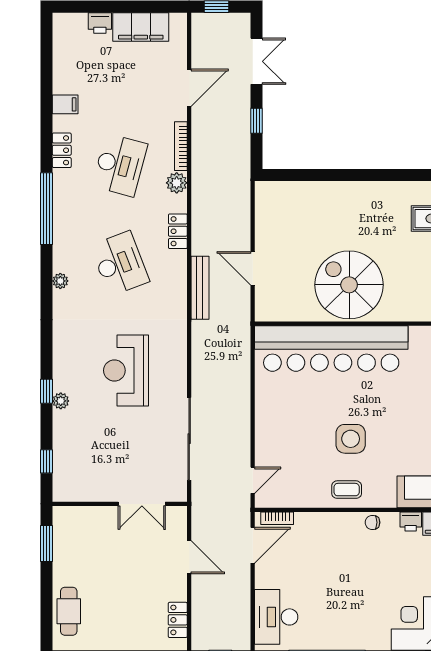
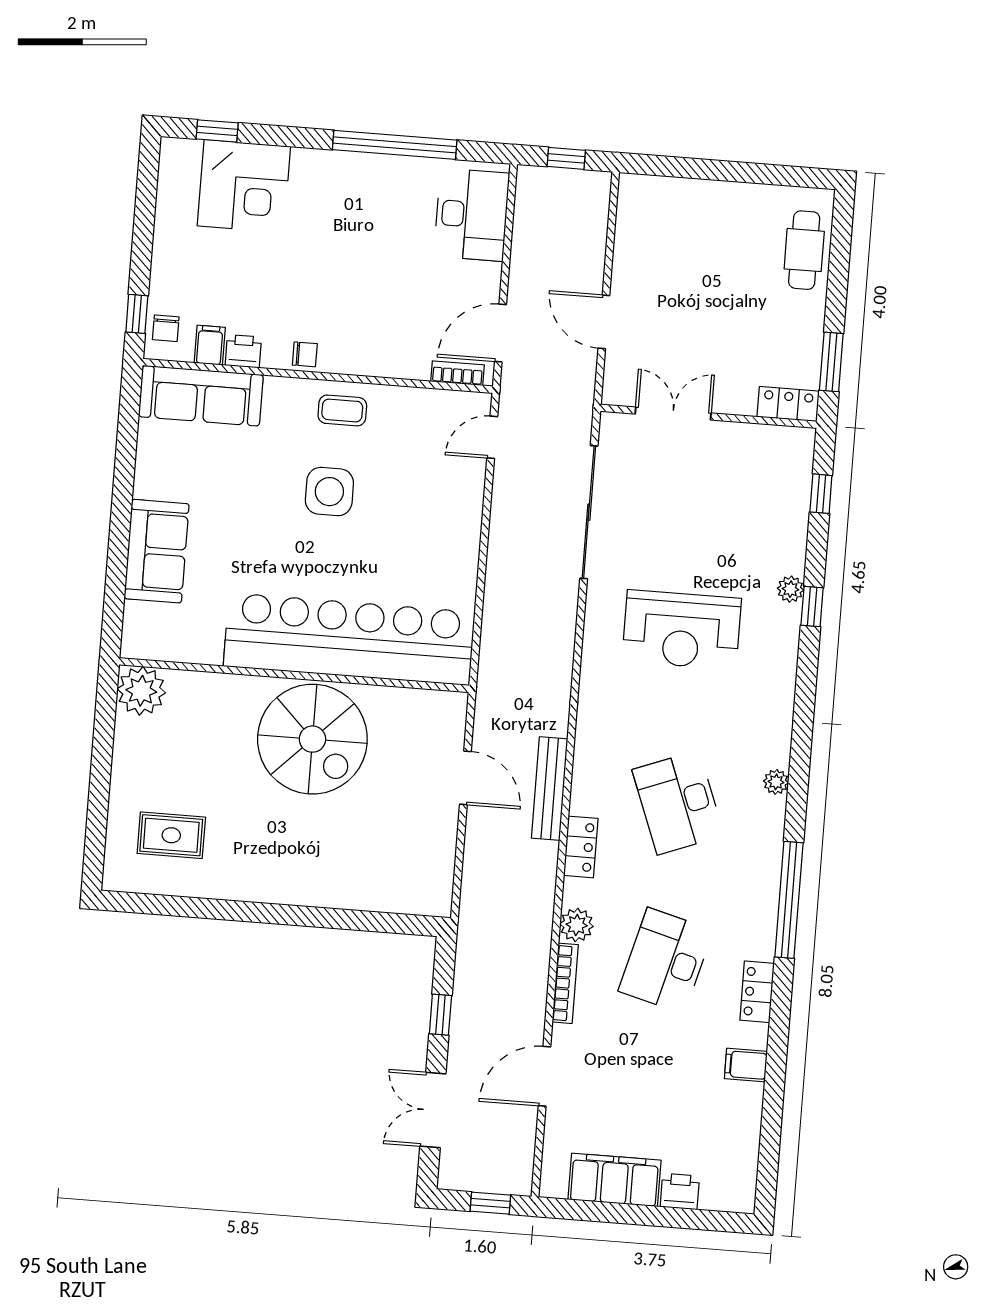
bench: (200, 288) -> (550, 789), moved
reception desk: (126, 370) -> (682, 630), turned 90
locker: (178, 620) -> (788, 404), moved, turned -90

